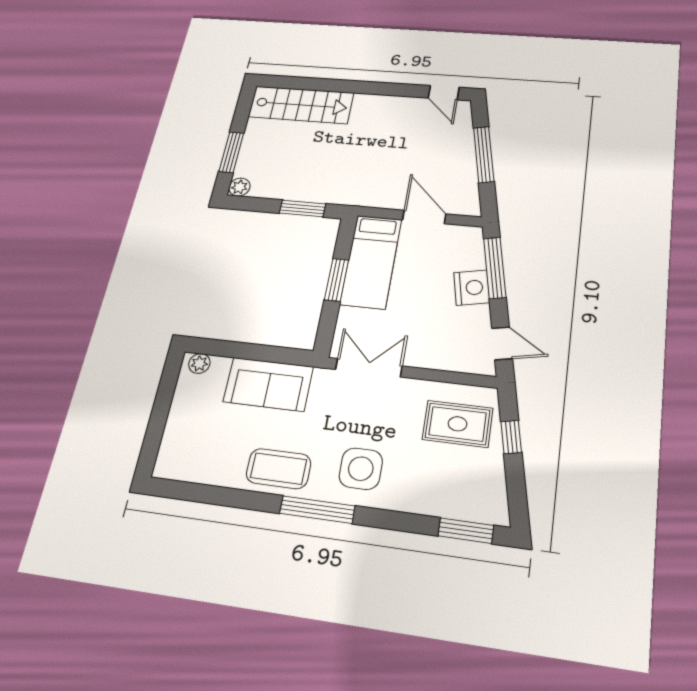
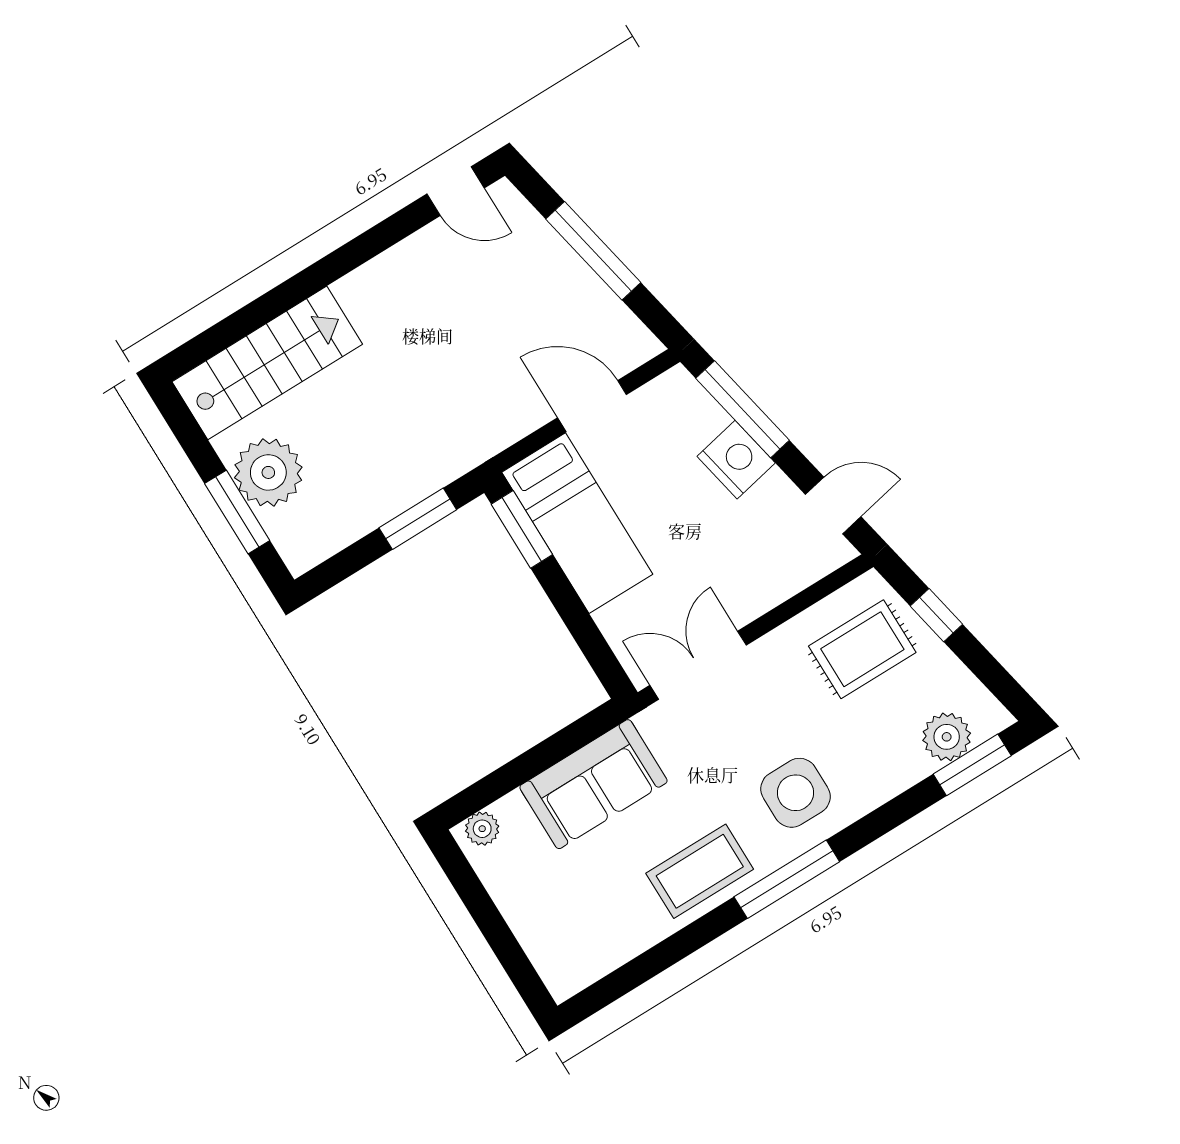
plant: (239, 187) -> (268, 472), moved, width x1.88, depth x1.88
window: (336, 280) -> (522, 529), moved
plant: (464, 504) -> (947, 737), added

